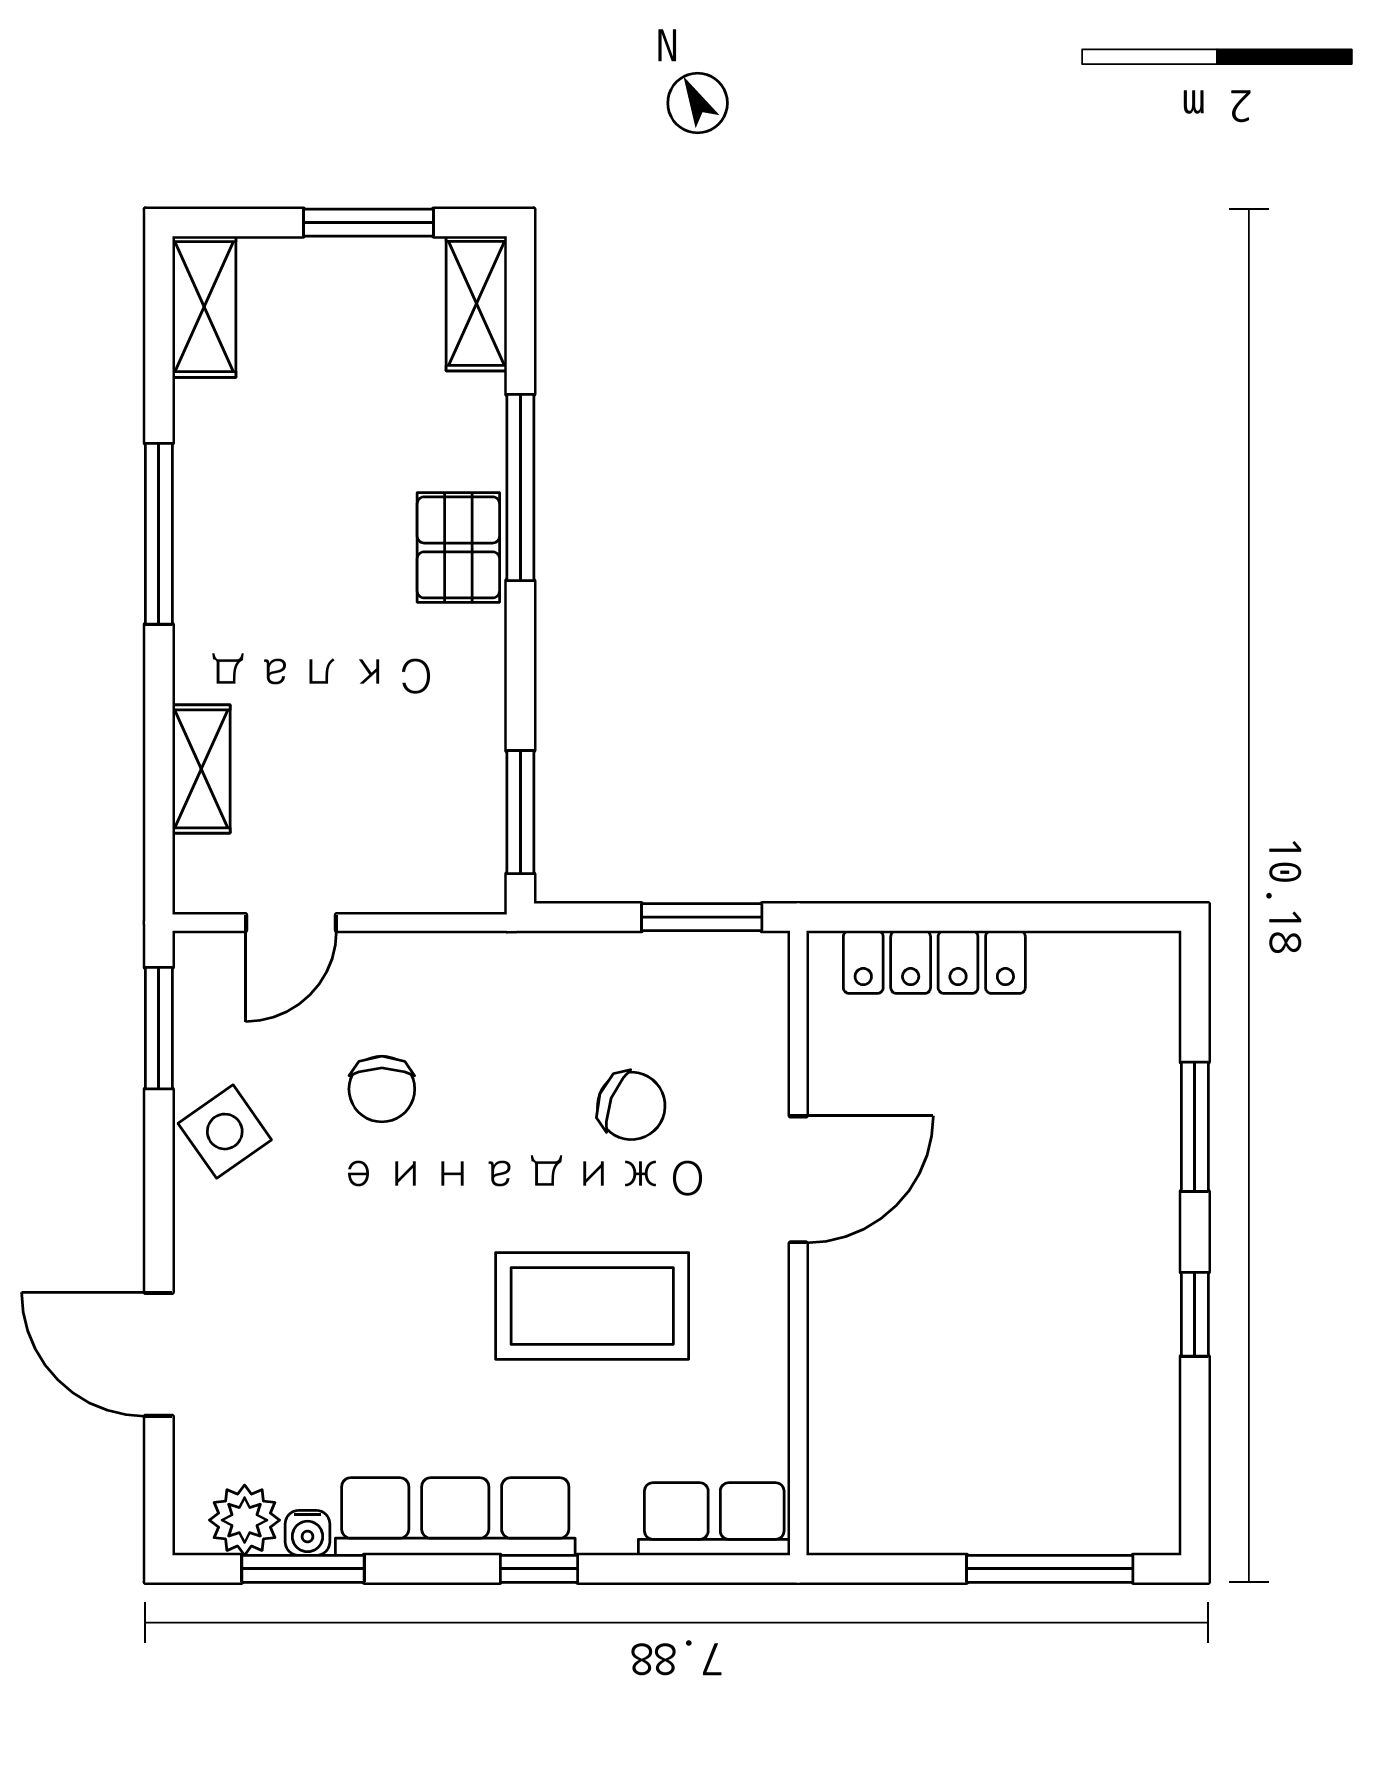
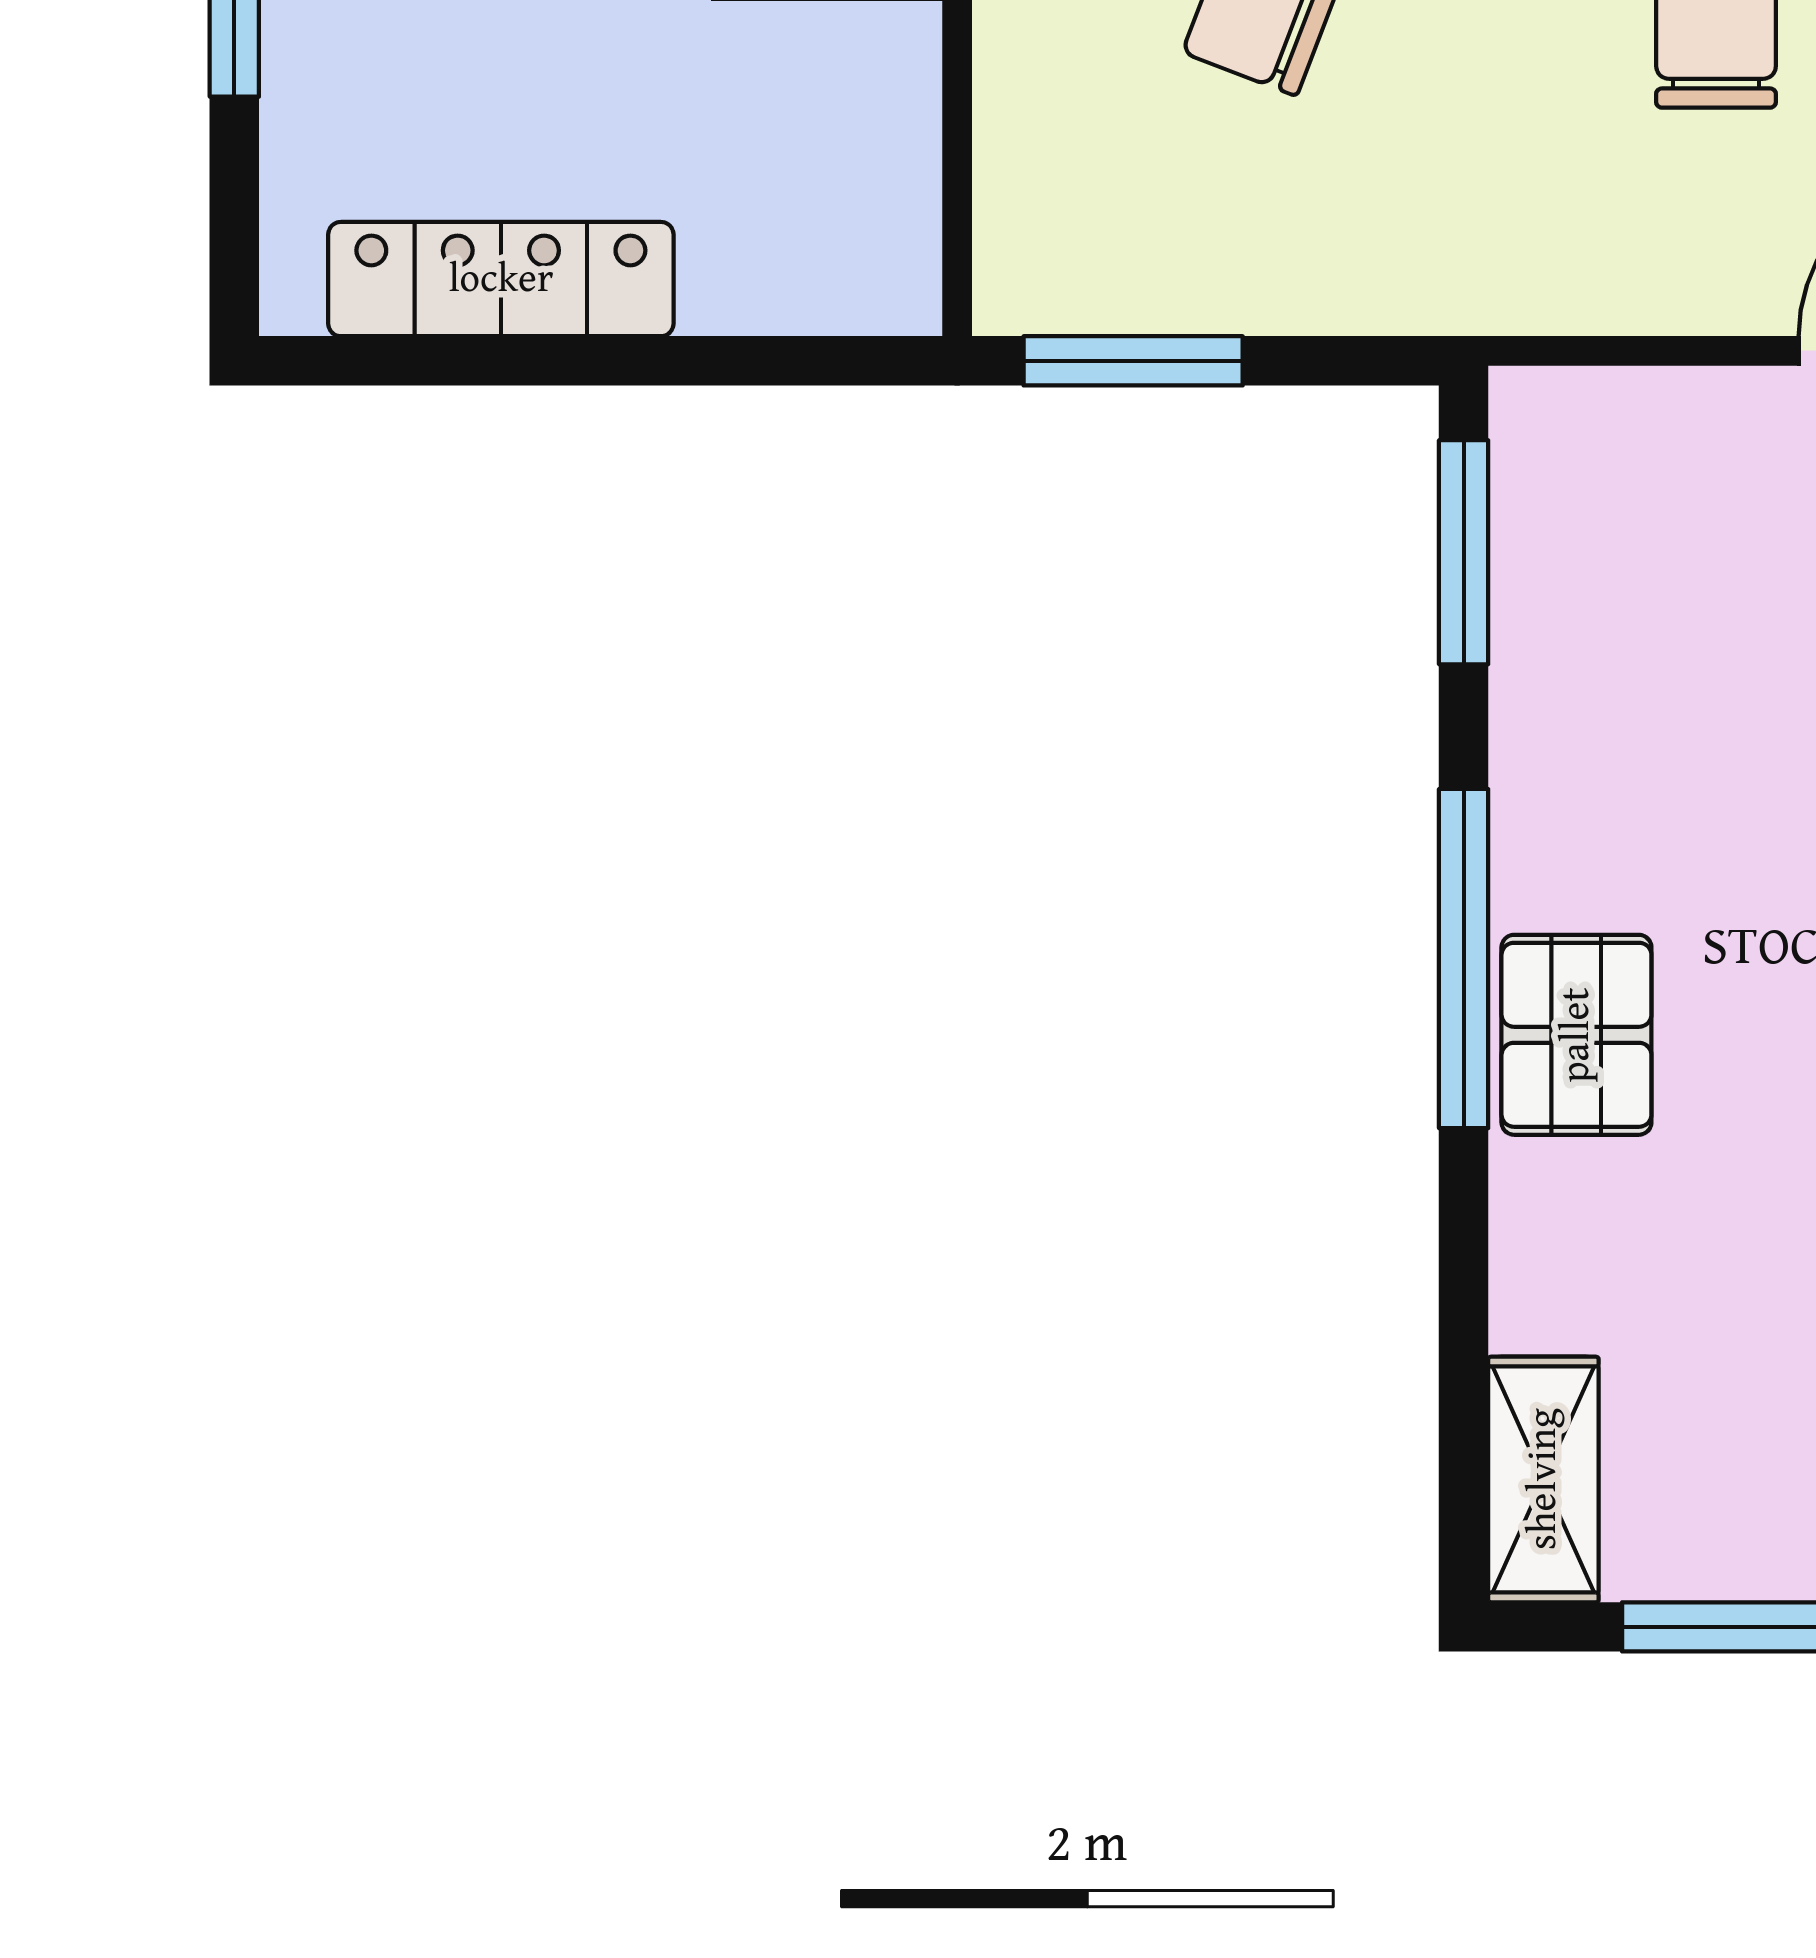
window: (520, 487) -> (1464, 959), moved
locker: (934, 962) -> (501, 279), moved

